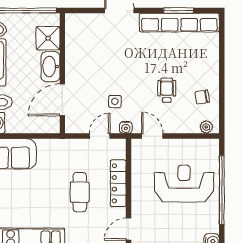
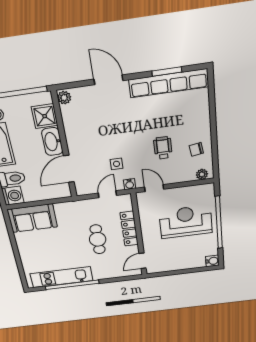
plant: (72, 22) -> (64, 98), added

